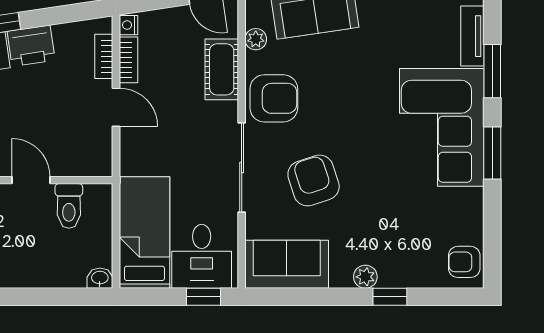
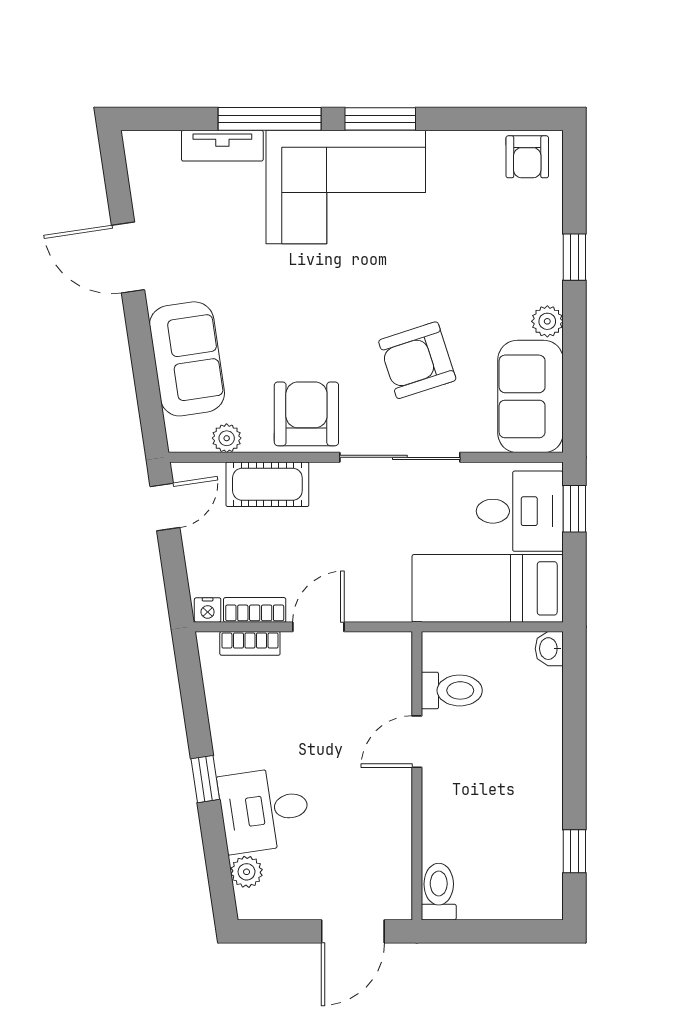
printer: (31, 46) -> (236, 741), removed
window: (492, 71) -> (270, 119), width x1.44
plant: (365, 277) -> (547, 321), moved

